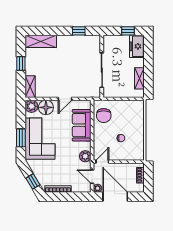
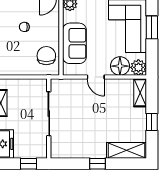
window: (79, 31) -> (97, 164), moved
window: (128, 31) -> (29, 164), moved
door: (65, 99) -> (96, 77), swing flipped

